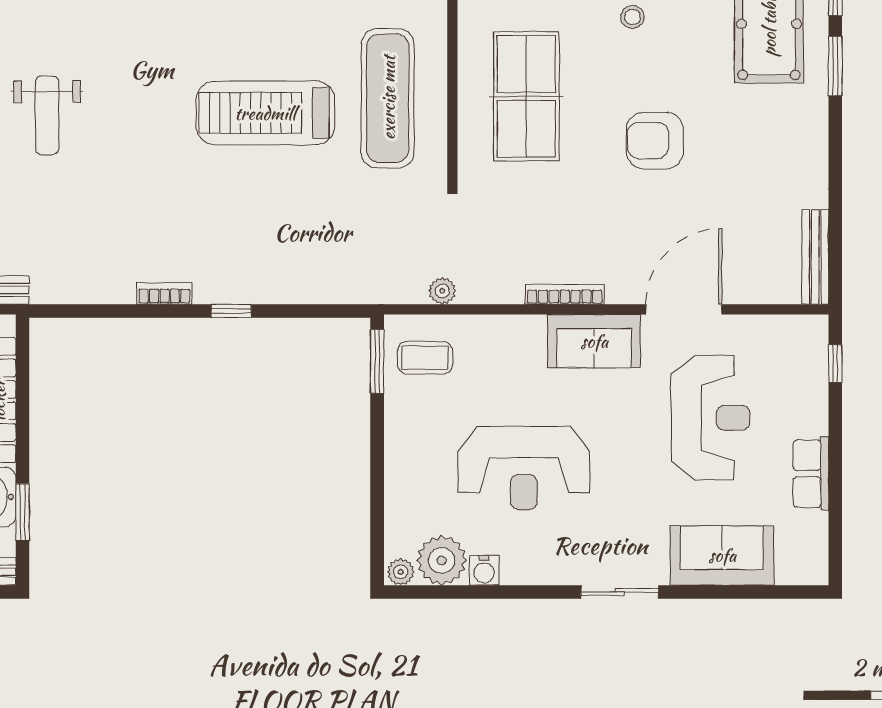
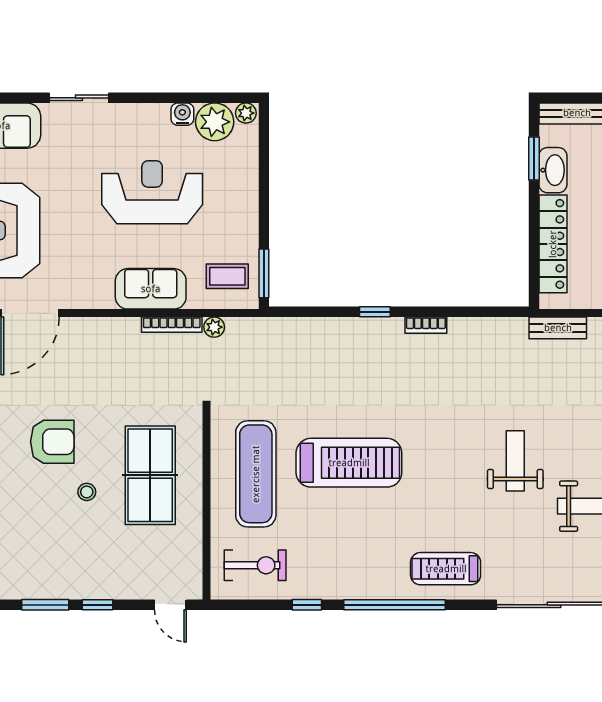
stool: (632, 17) -> (87, 492), moved
bookcase: (565, 294) -> (172, 325), moved
sofa: (594, 341) -> (151, 289), moved

